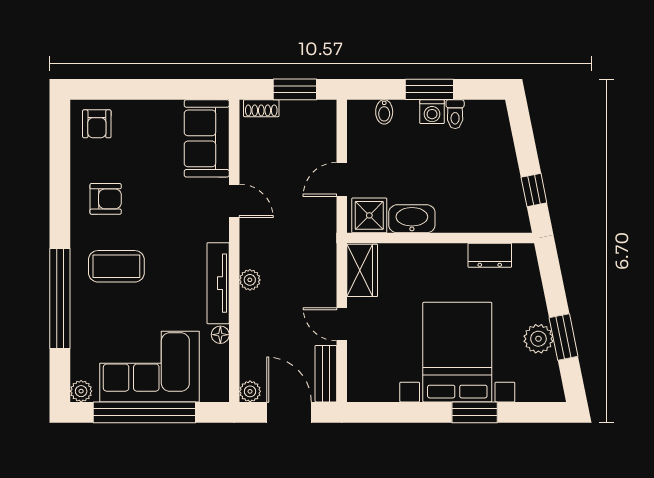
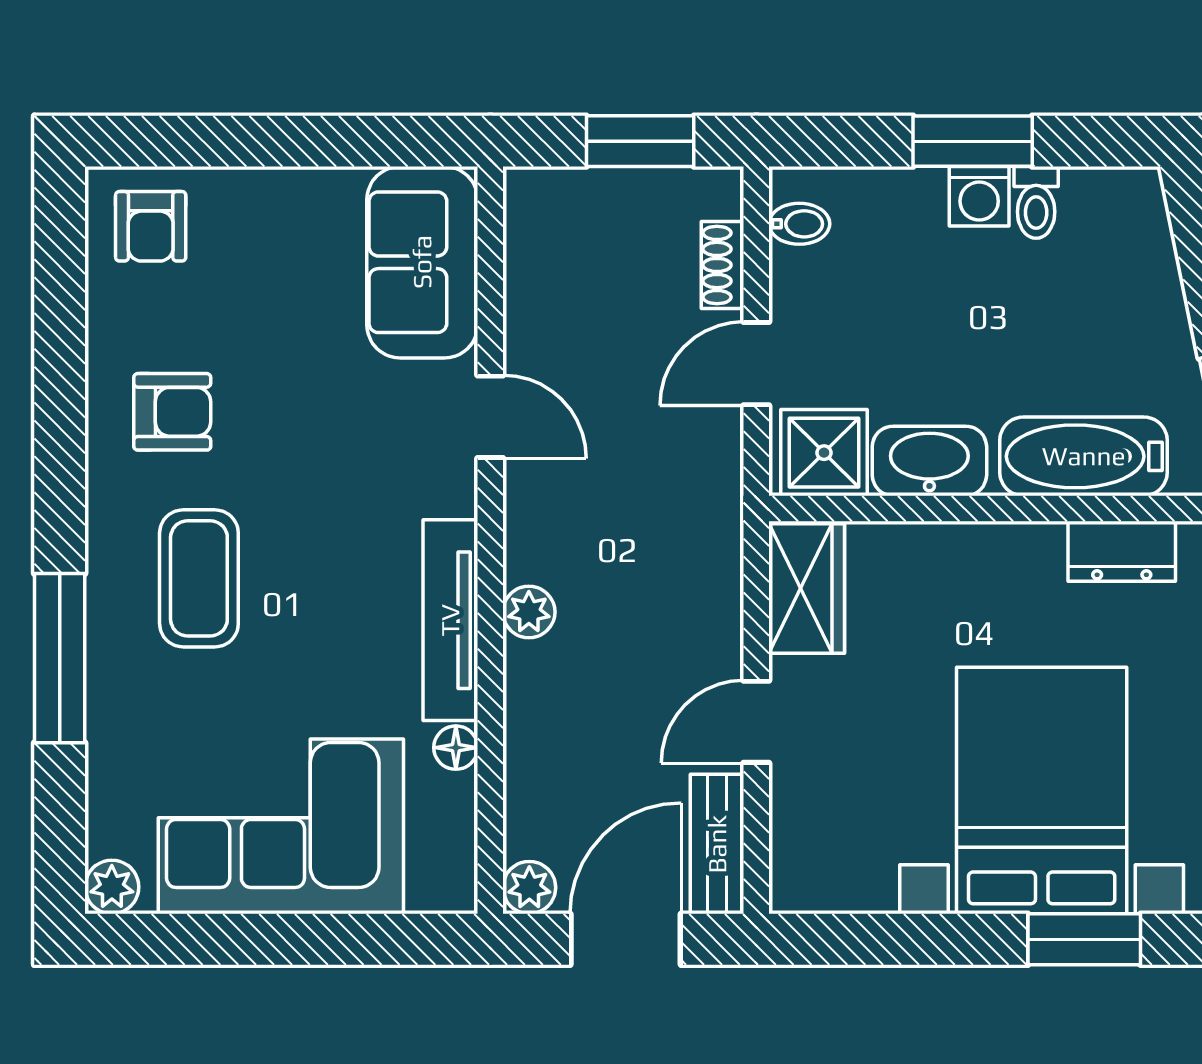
shoe rack: (261, 108) -> (722, 265), moved, turned 90
bidet: (384, 112) -> (799, 224), moved, turned -90
bathtub: (474, 217) -> (1084, 456), added
coffee table: (116, 266) -> (199, 578), turned 90
window: (60, 299) -> (60, 658), width x0.68
door: (342, 324) -> (756, 722), hinge flipped
window: (144, 412) -> (268, 939), removed
door: (289, 412) -> (626, 939), hinge flipped

